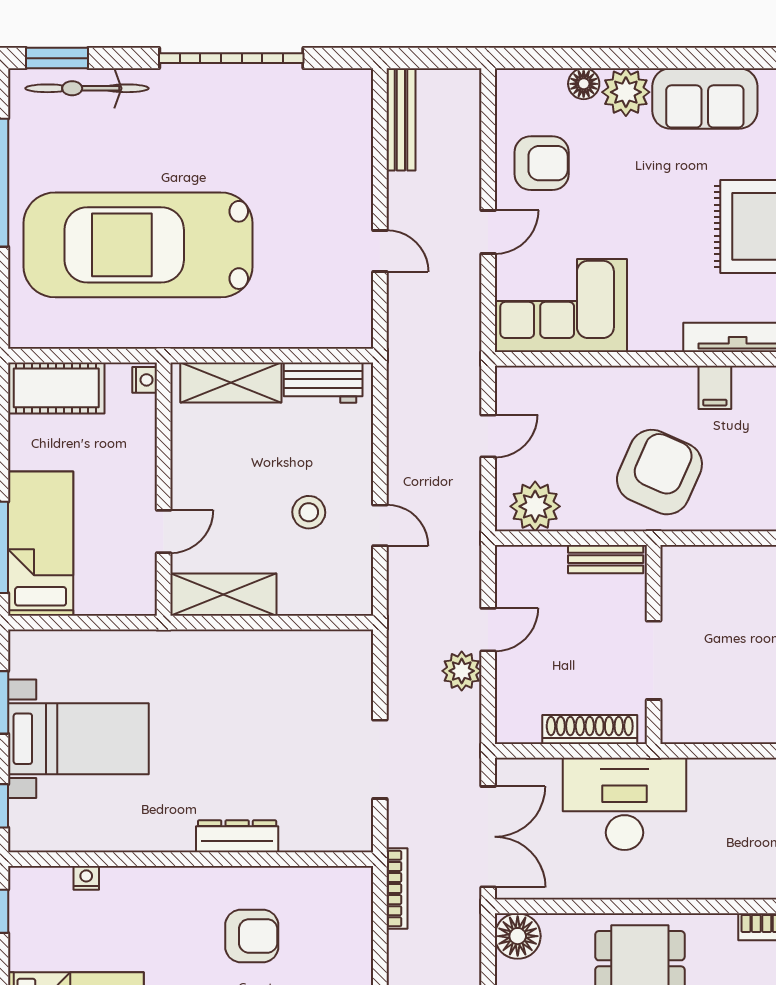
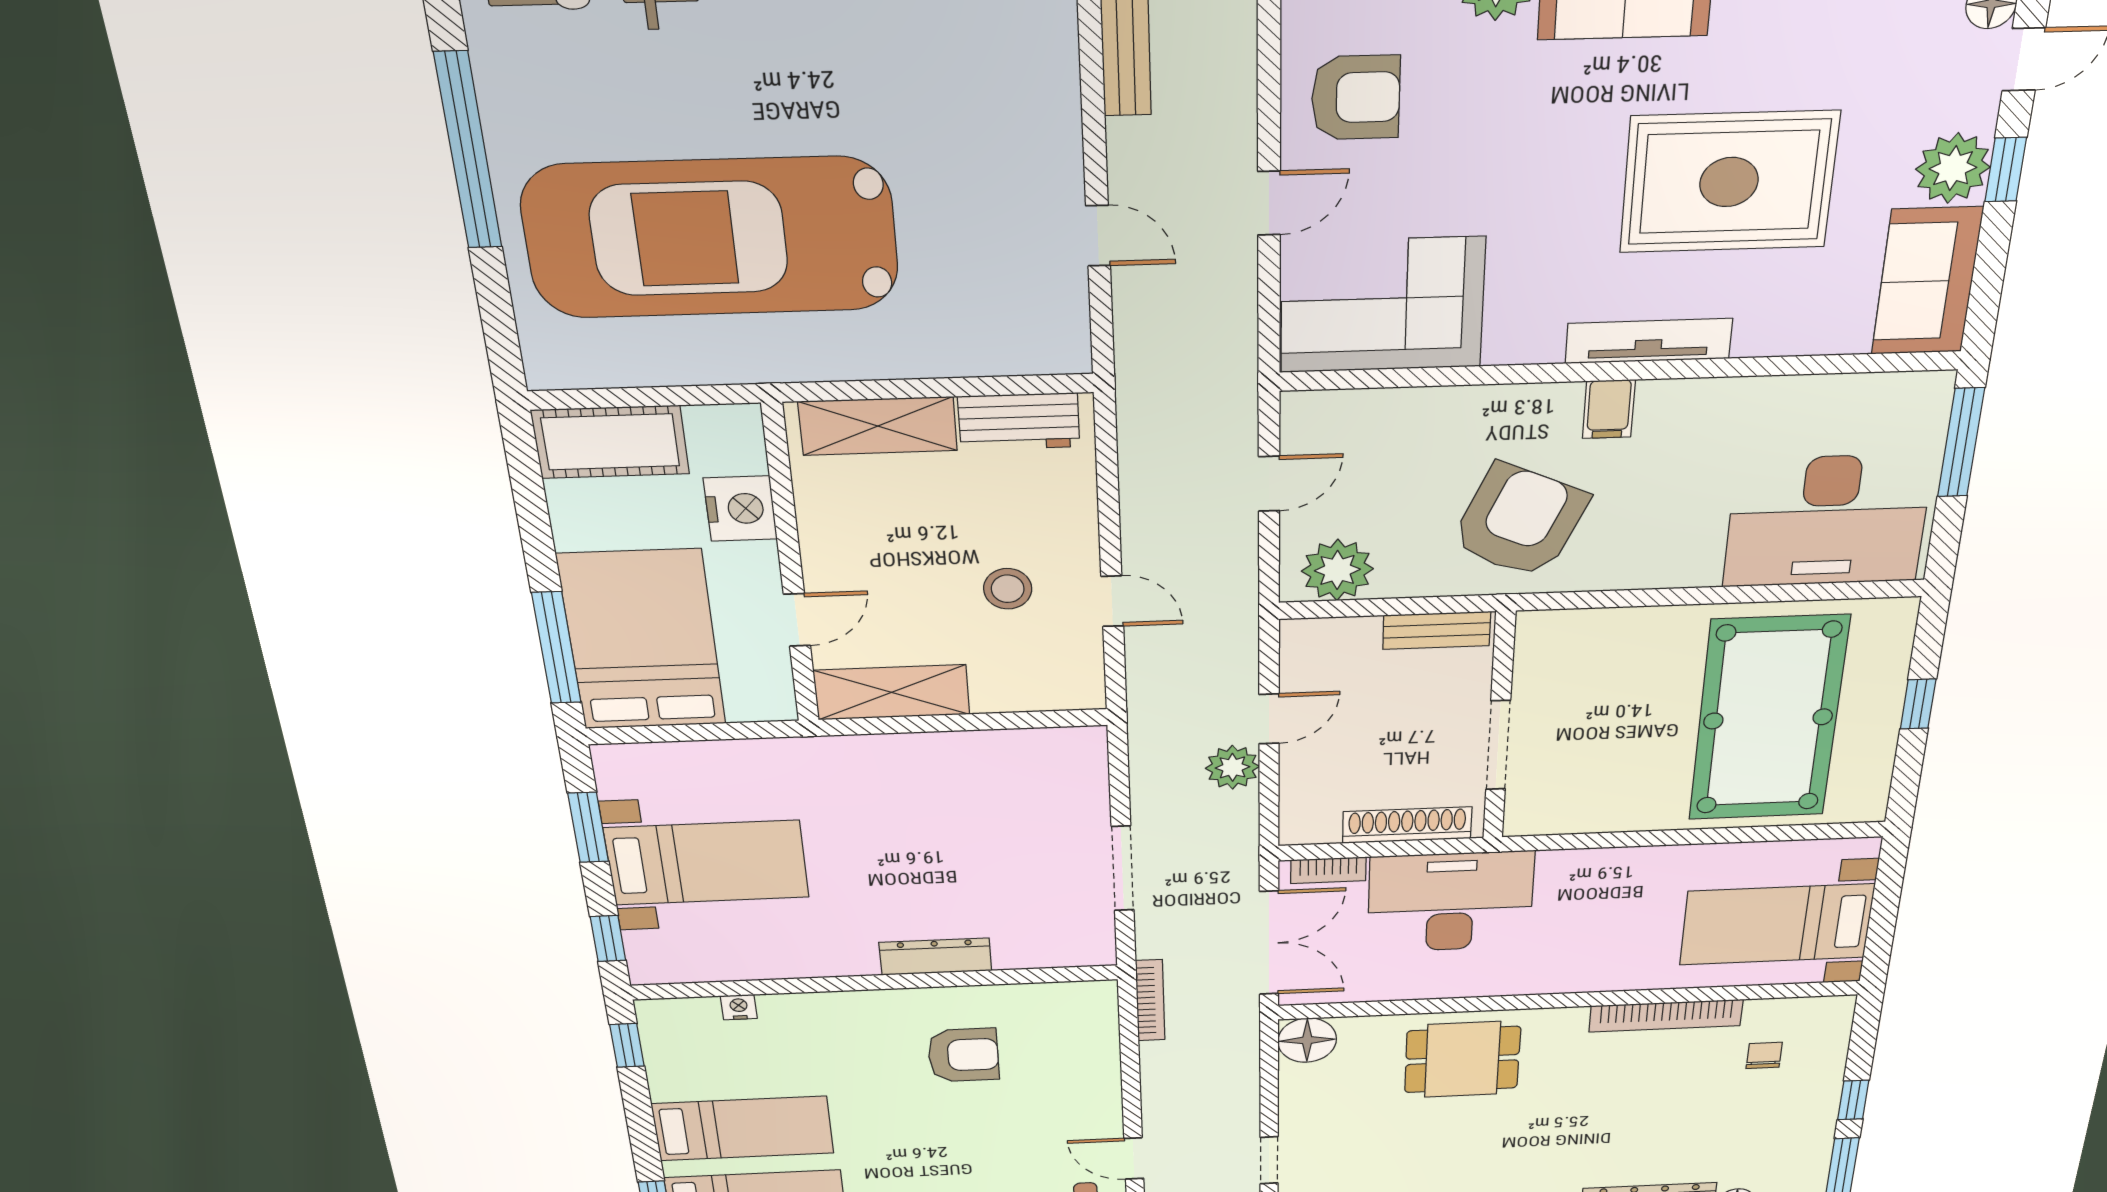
nightstand: (145, 380) -> (740, 509), moved, width x1.89, depth x1.79
bed: (41, 544) -> (642, 640), width x1.50
bookcase: (532, 769) -> (1328, 870), added

